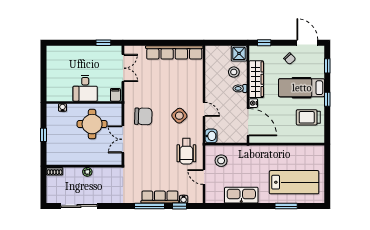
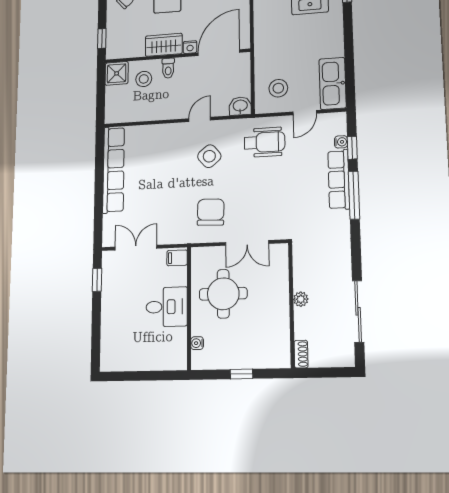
wardrobe: (256, 79) -> (164, 45), width x0.67
kitchen sink: (241, 195) -> (333, 83), moved

